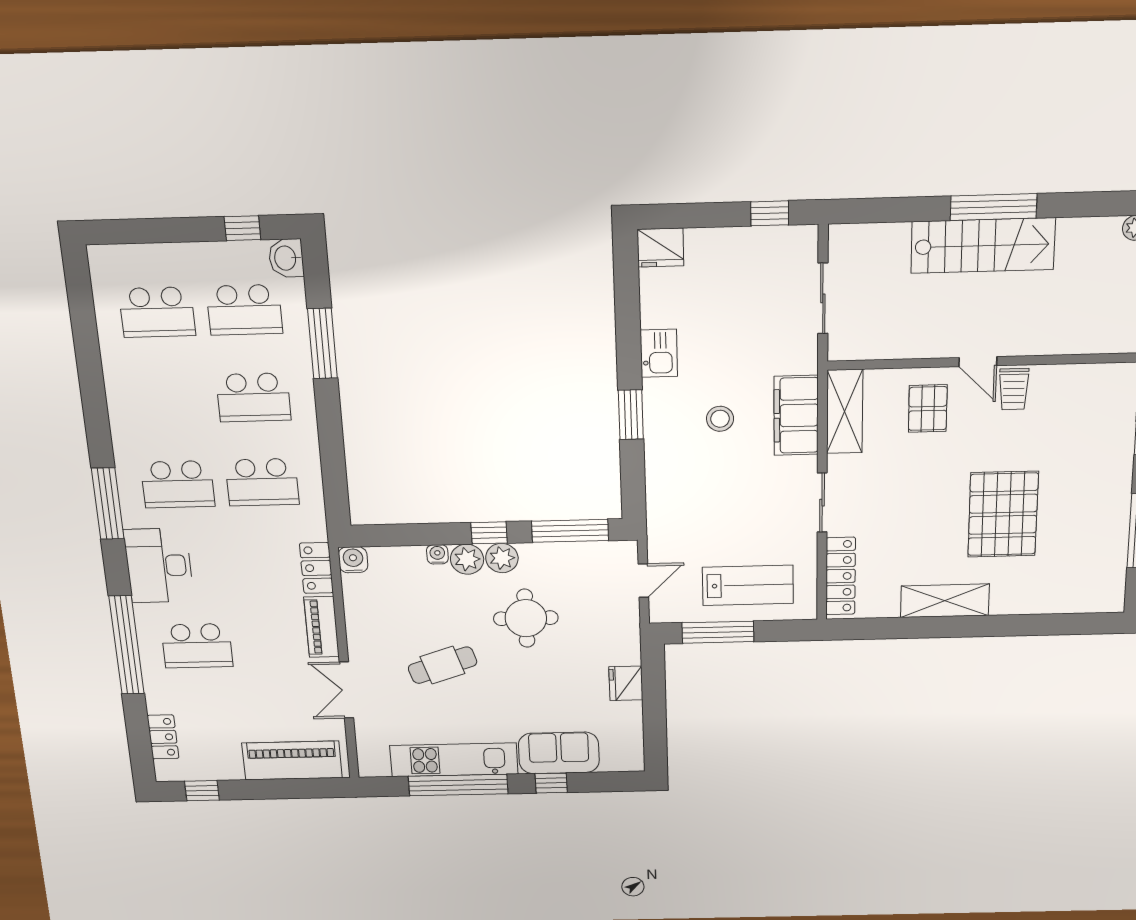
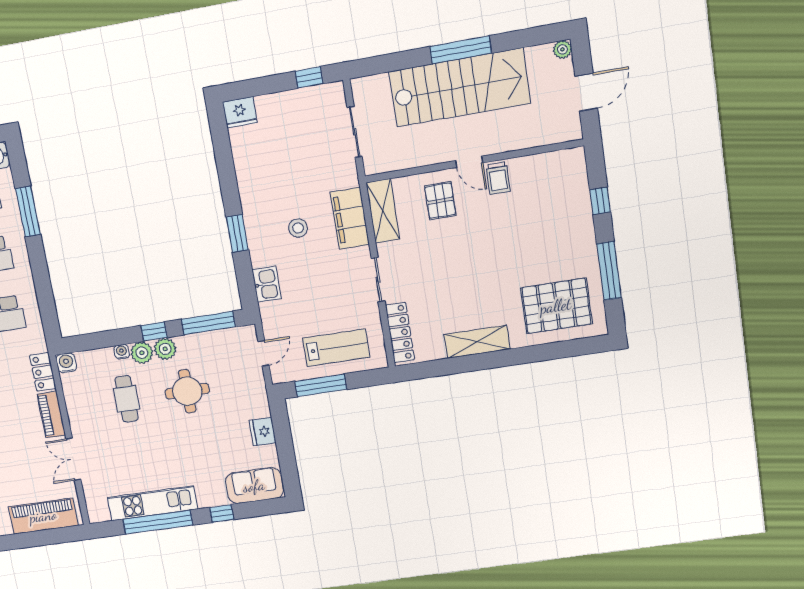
stairs: (983, 246) -> (460, 88), width x1.36, depth x1.51
kitchen sink: (659, 353) -> (267, 284), moved
pallet: (1003, 514) -> (556, 306), moved, turned 90
cafe table: (443, 665) -> (127, 399), moved, turned -72
sofa: (559, 753) -> (254, 486), moved

